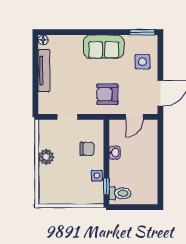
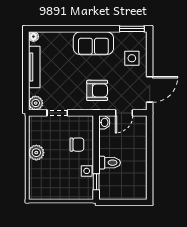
armchair: (107, 94) -> (97, 90), turned 180
plant: (45, 107) -> (36, 103), added
washbasin: (115, 153) -> (104, 122), moved
toilet: (120, 193) -> (110, 163), moved

